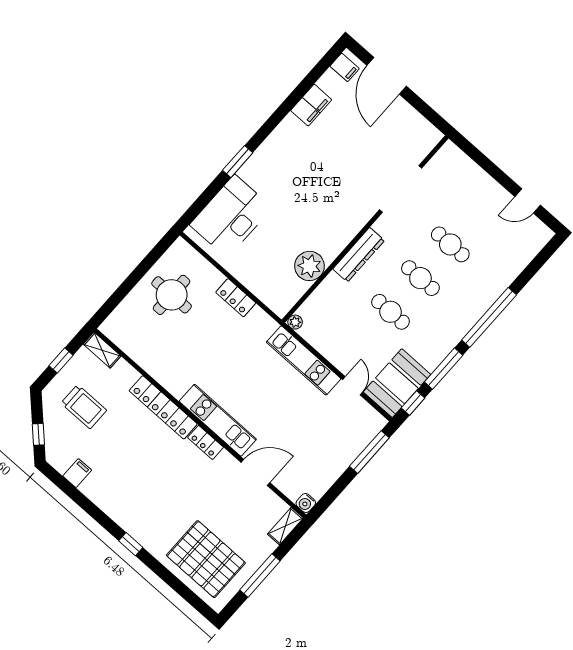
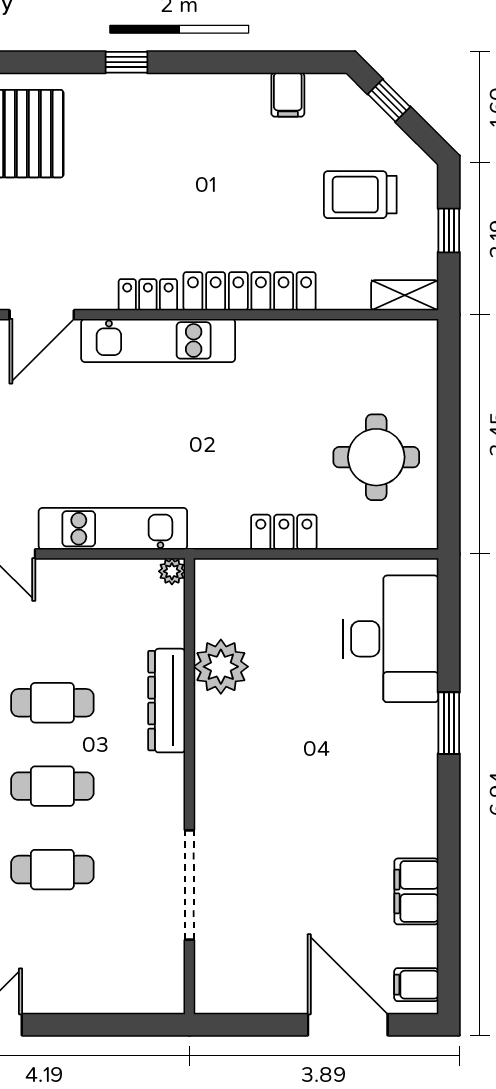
dresser: (359, 255) -> (167, 701), moved

